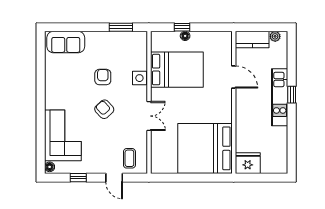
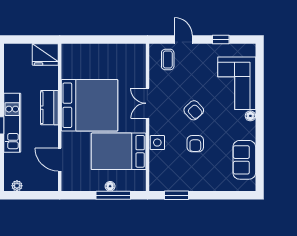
window: (182, 27) -> (113, 195), width x2.17
kitchen counter: (252, 40) -> (49, 108), moved, turned -90
sofa: (66, 42) -> (244, 160), moved, turned -90
door: (234, 77) -> (60, 160), moved
bed: (205, 148) -> (89, 105), moved
floor lamp: (50, 167) -> (250, 116), moved

